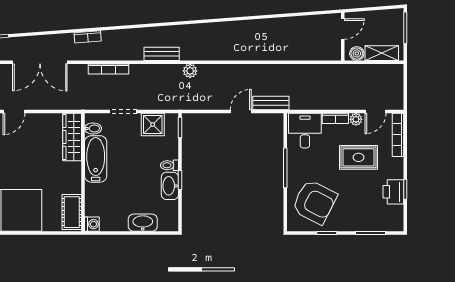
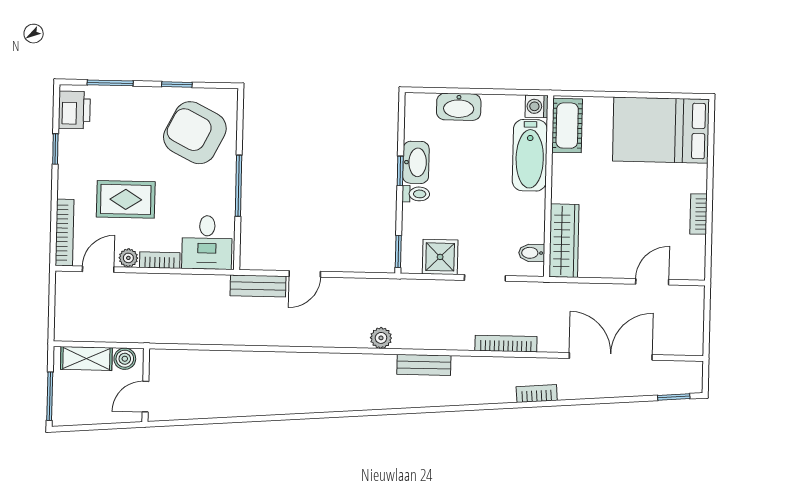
bathtub: (96, 159) -> (530, 155), moved
printer: (393, 192) -> (74, 110), moved

